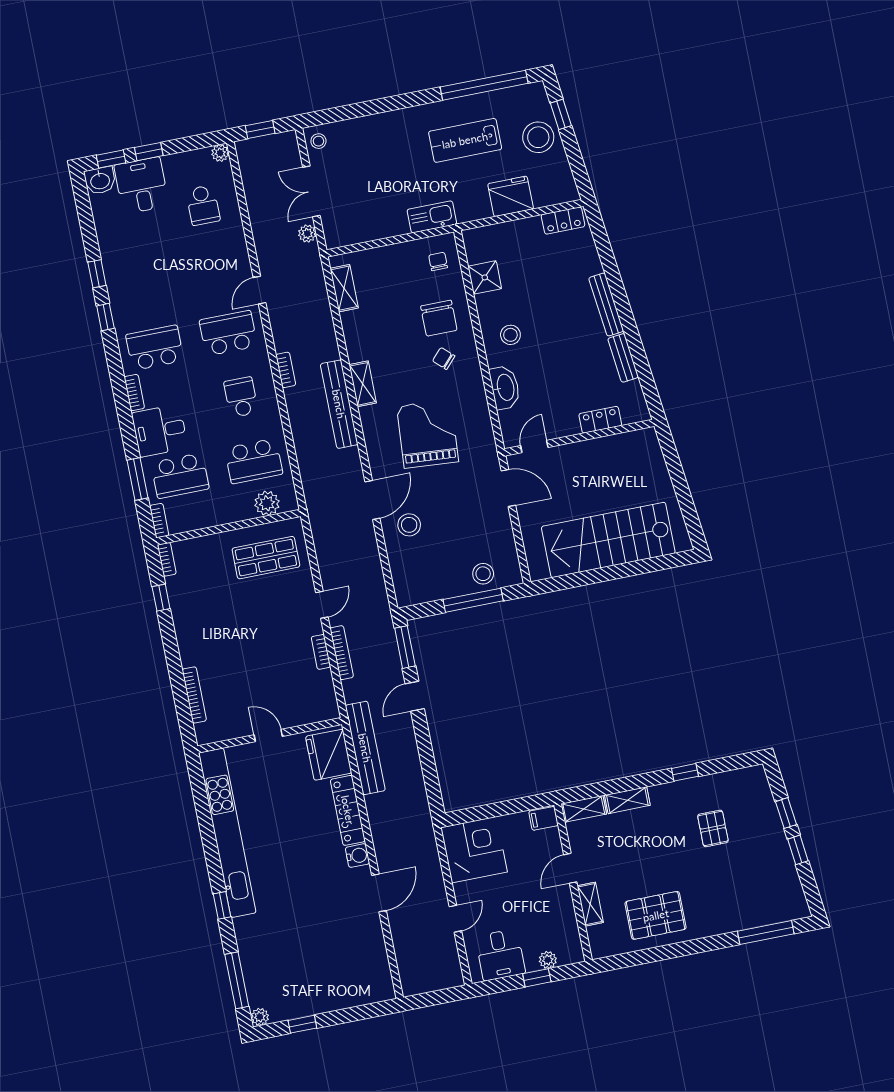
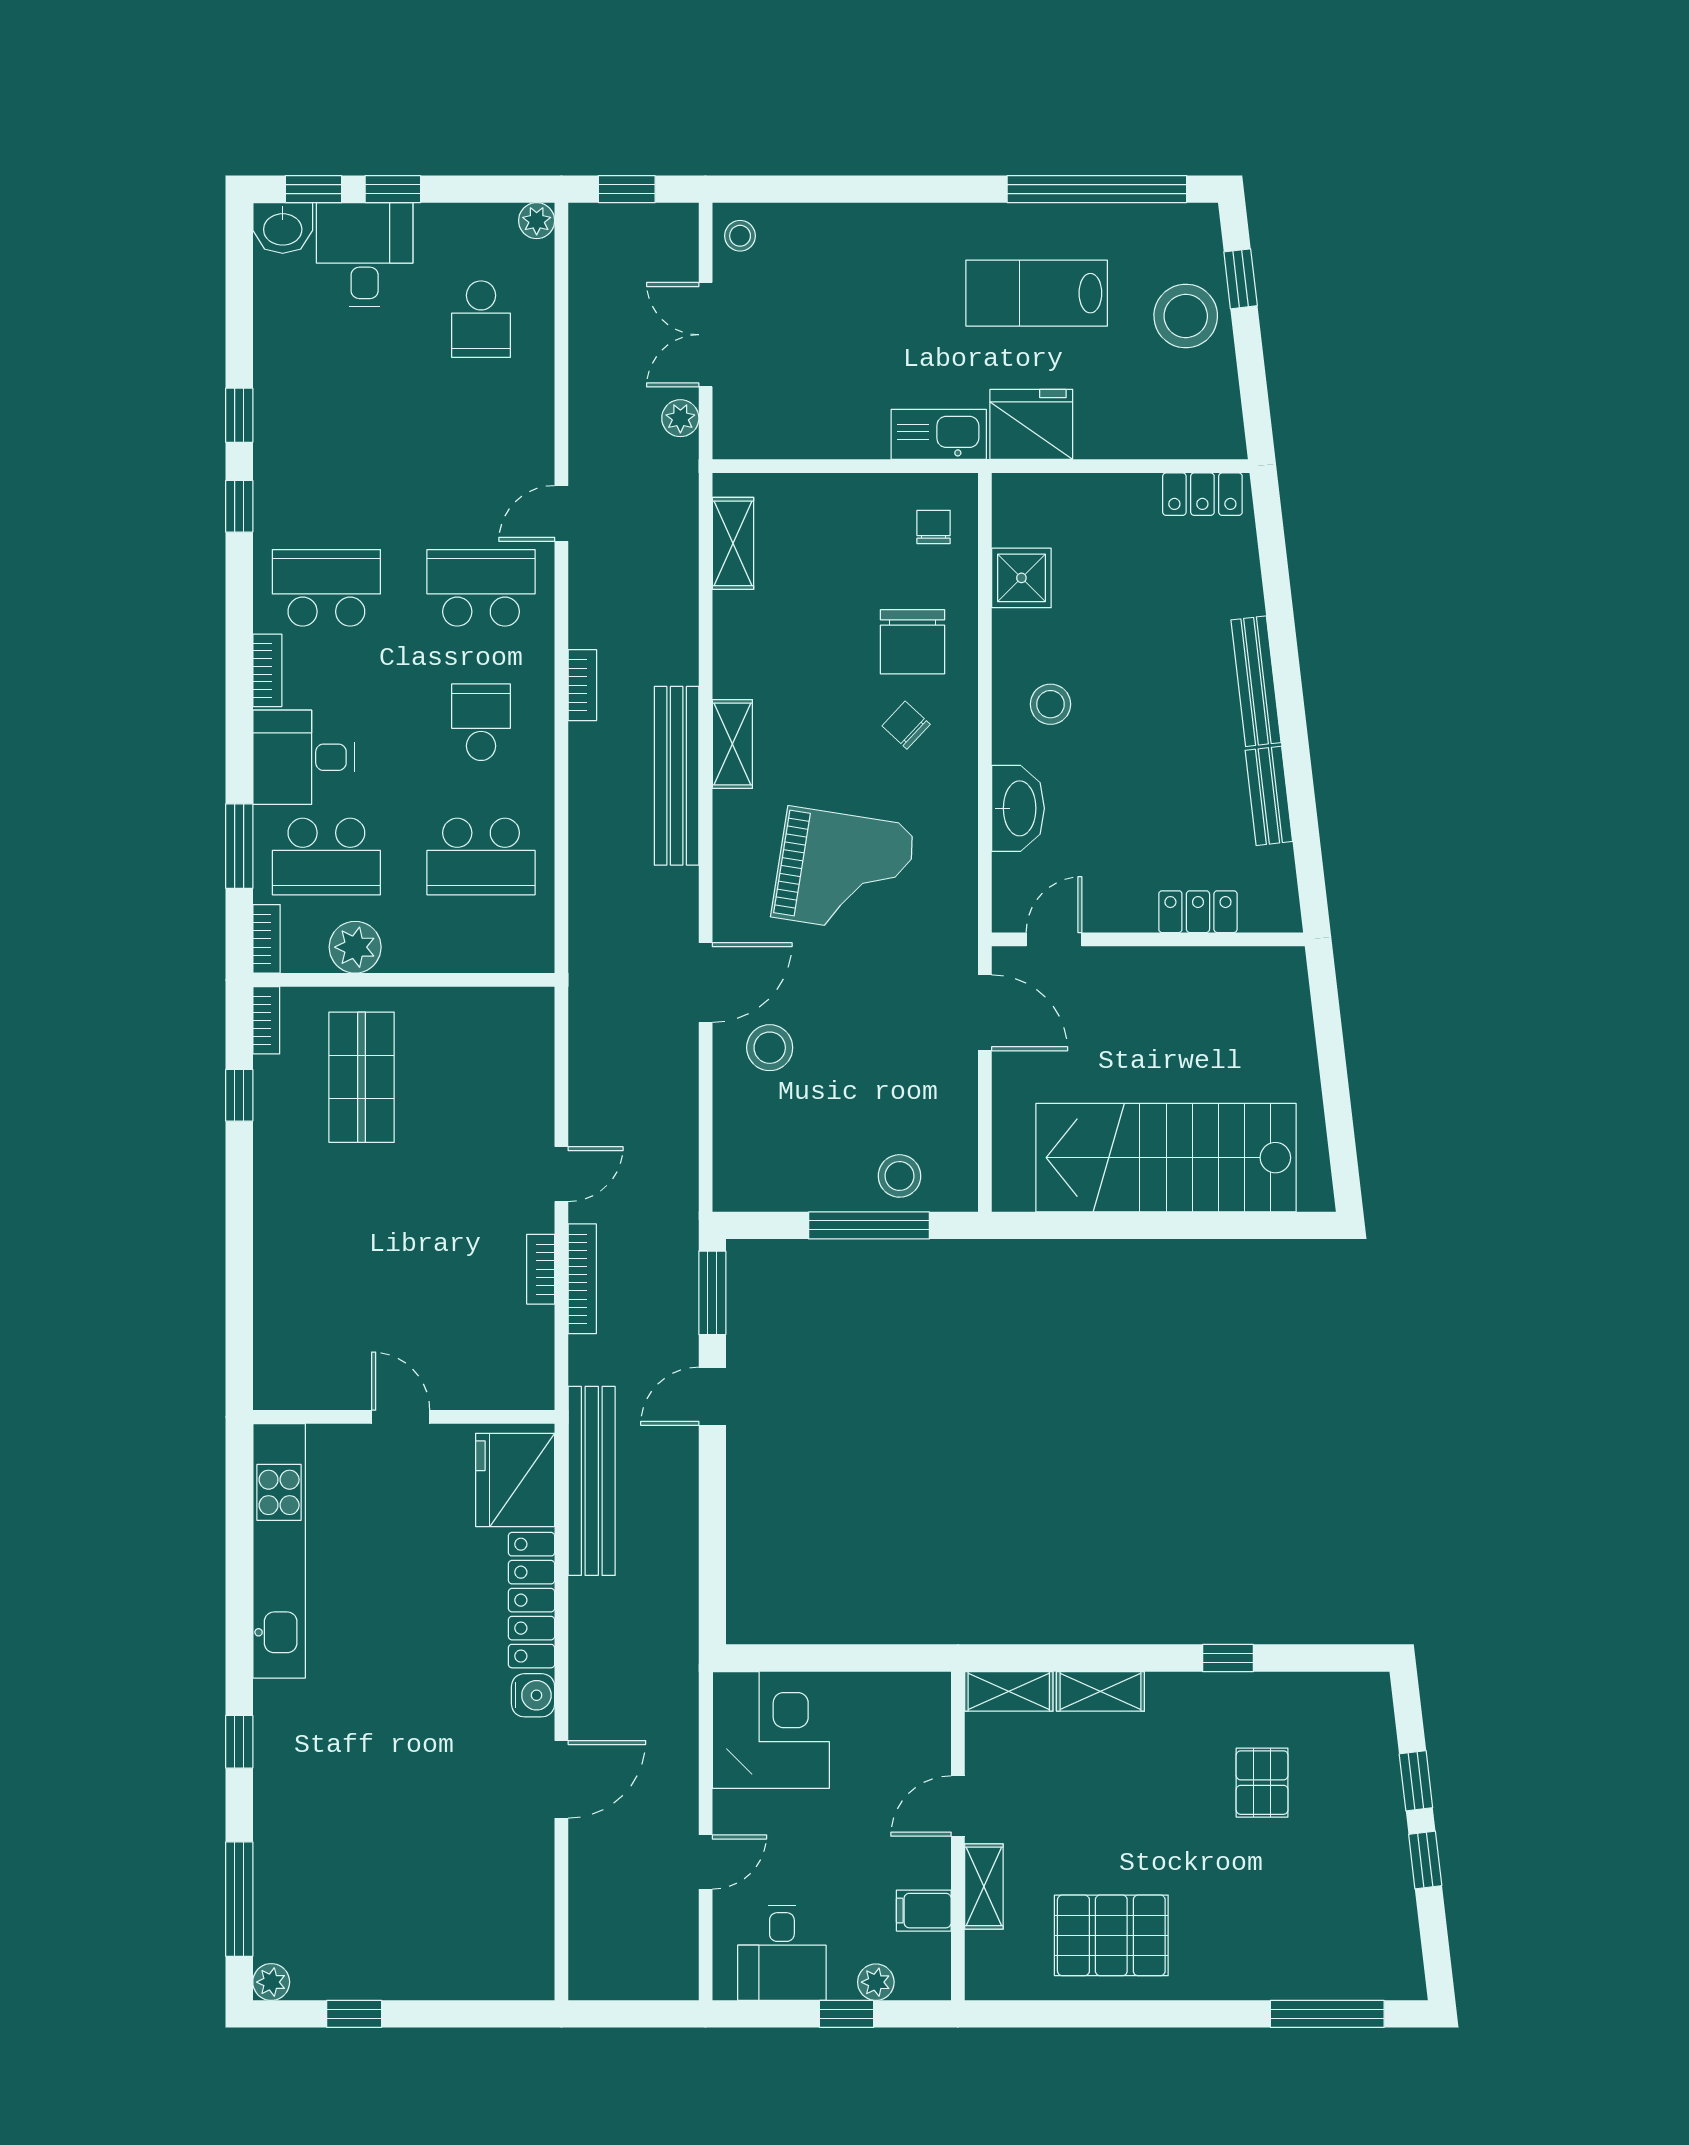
fridge: (511, 196) -> (1031, 424), moved
grand piano: (428, 434) -> (843, 871), turned 95
plant: (267, 503) -> (355, 947), moved
shop shelf: (266, 558) -> (362, 1077), moved, turned 90
bookcase: (194, 695) -> (267, 1305), removed
filing cabinet: (544, 818) -> (924, 1911), moved
kitchen unit: (227, 833) -> (279, 1551), width x0.73

